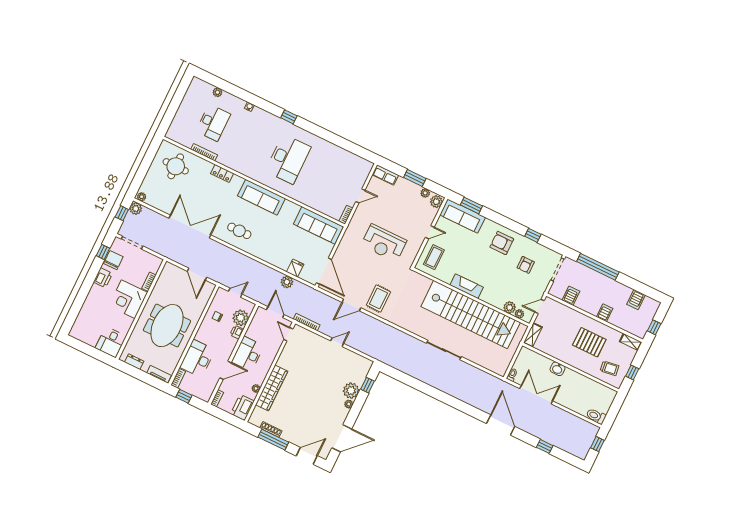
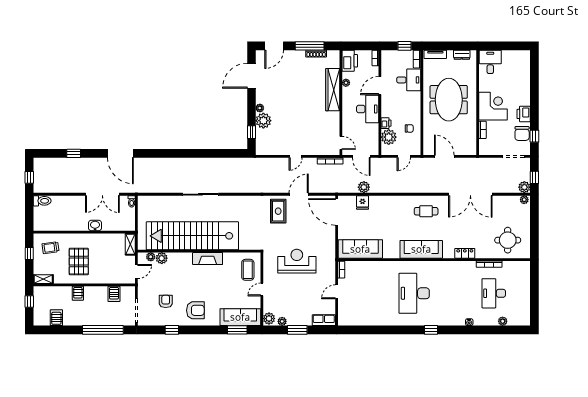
pallet: (589, 342) -> (79, 262), turned 90
desk: (197, 358) -> (409, 80), width x0.73

